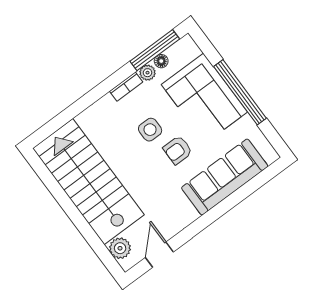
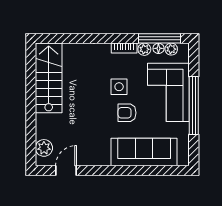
plant: (175, 52) -> (171, 49), added
stairs: (88, 182) -> (49, 78), width x0.73, depth x0.66

